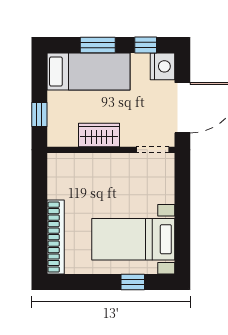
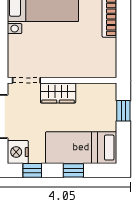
window: (98, 45) -> (73, 170), width x0.67
wardrobe: (99, 135) -> (58, 93), moved

